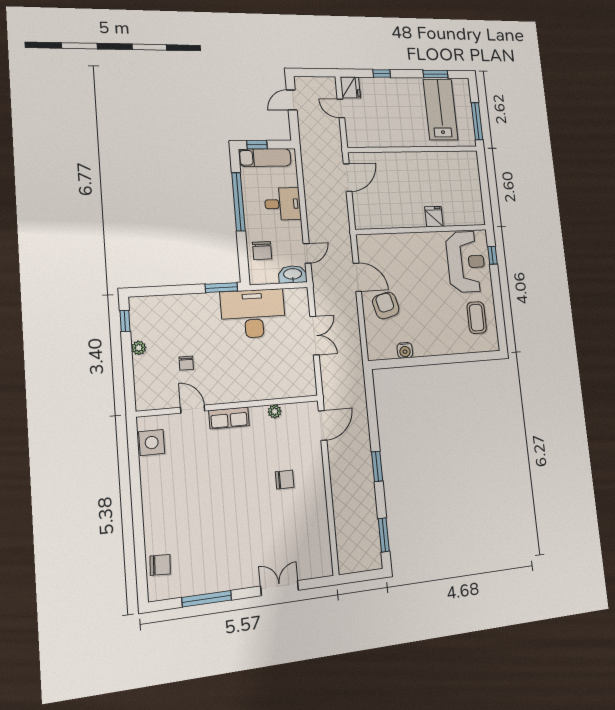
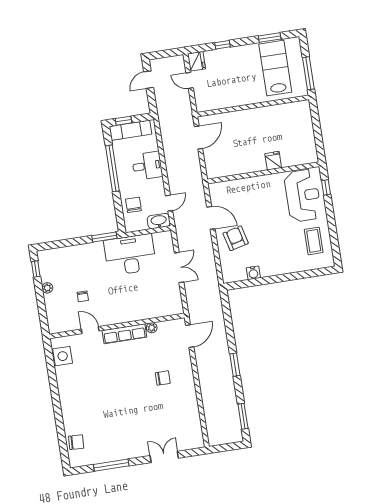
chair: (262, 251) -> (133, 205), turned 180
row of seats: (229, 418) -> (124, 334), width x1.48

